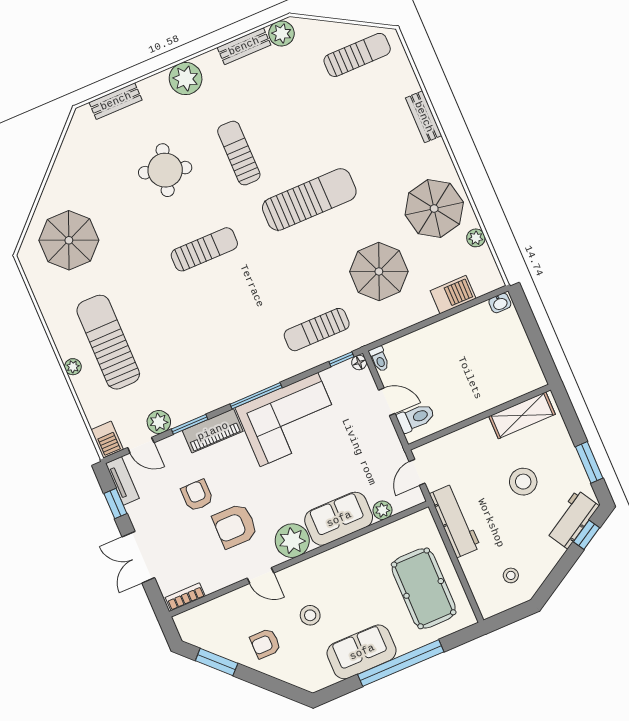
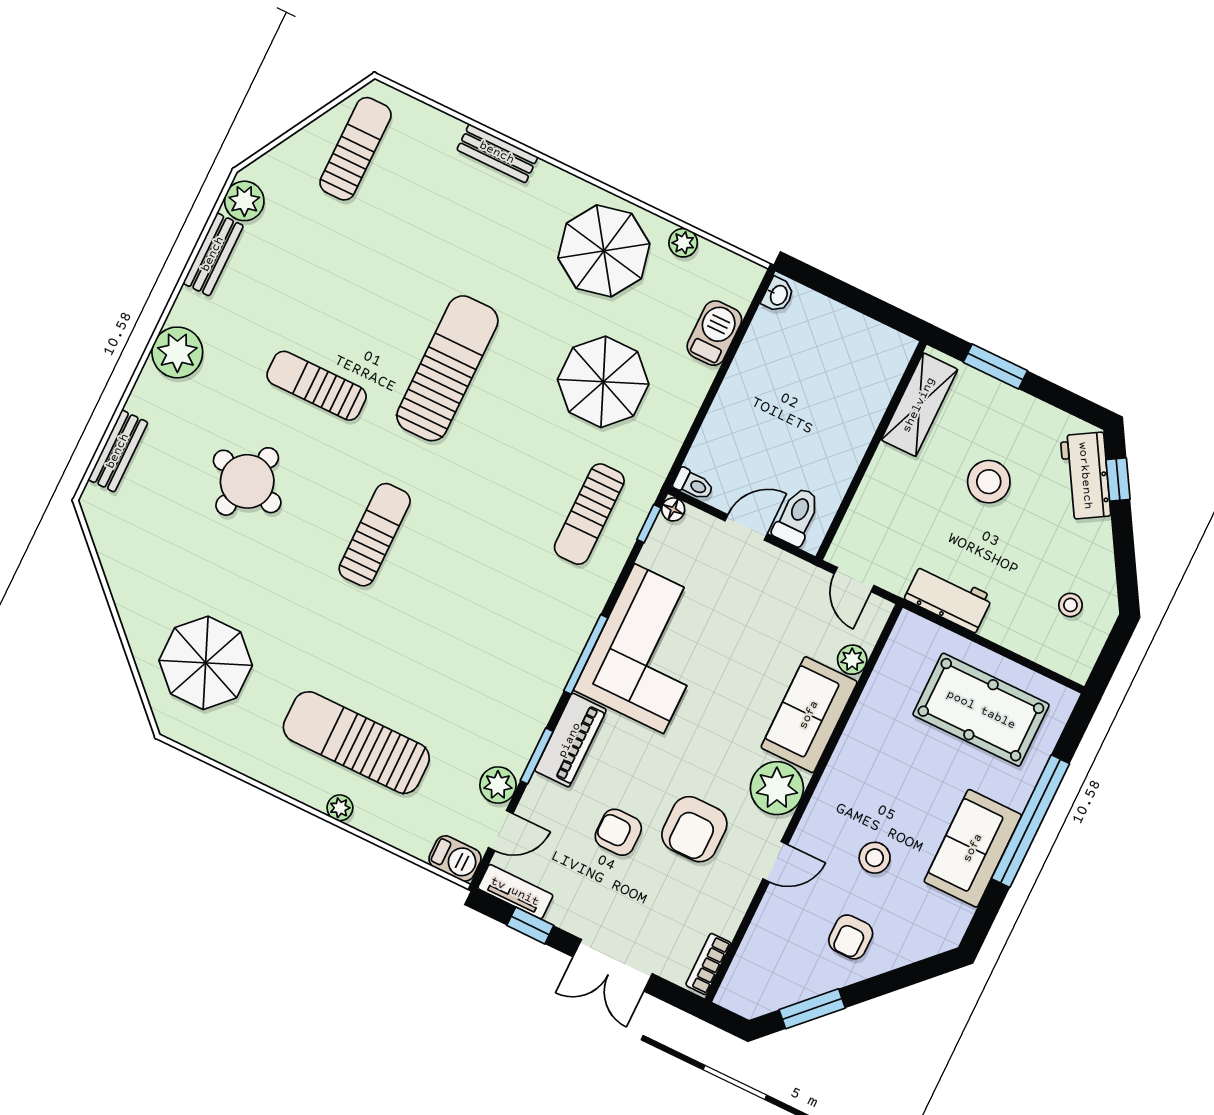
window: (589, 462) -> (995, 366), moved
workbench: (455, 521) -> (949, 598), width x0.73

